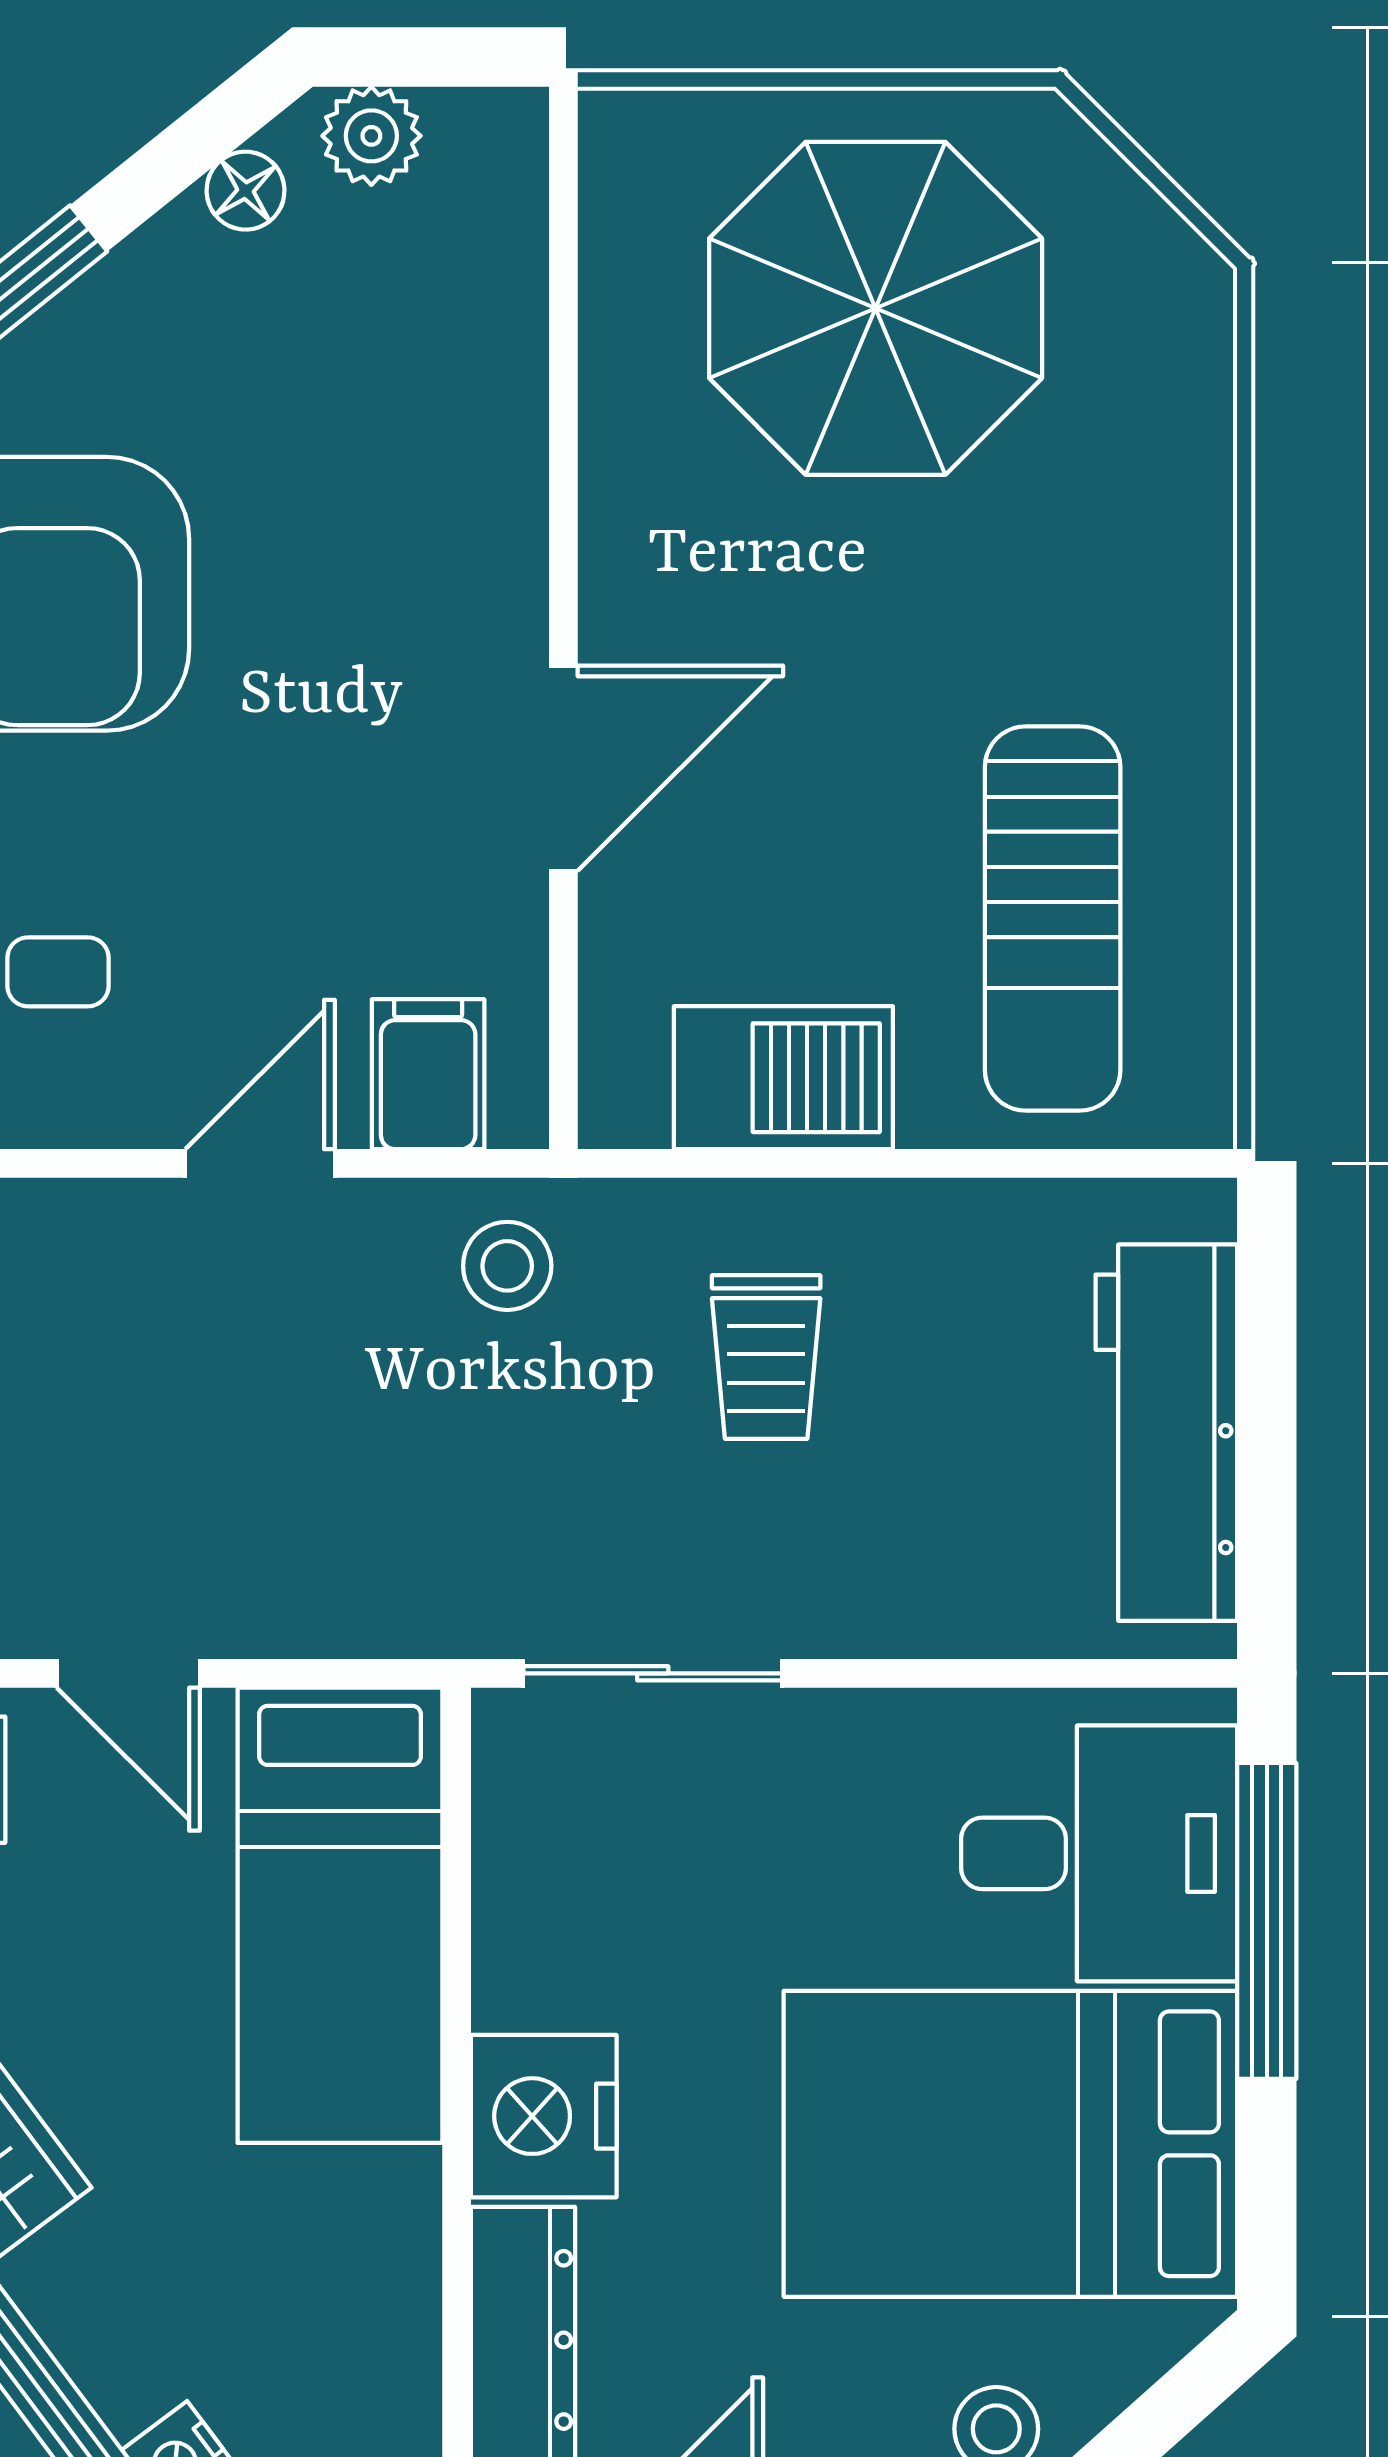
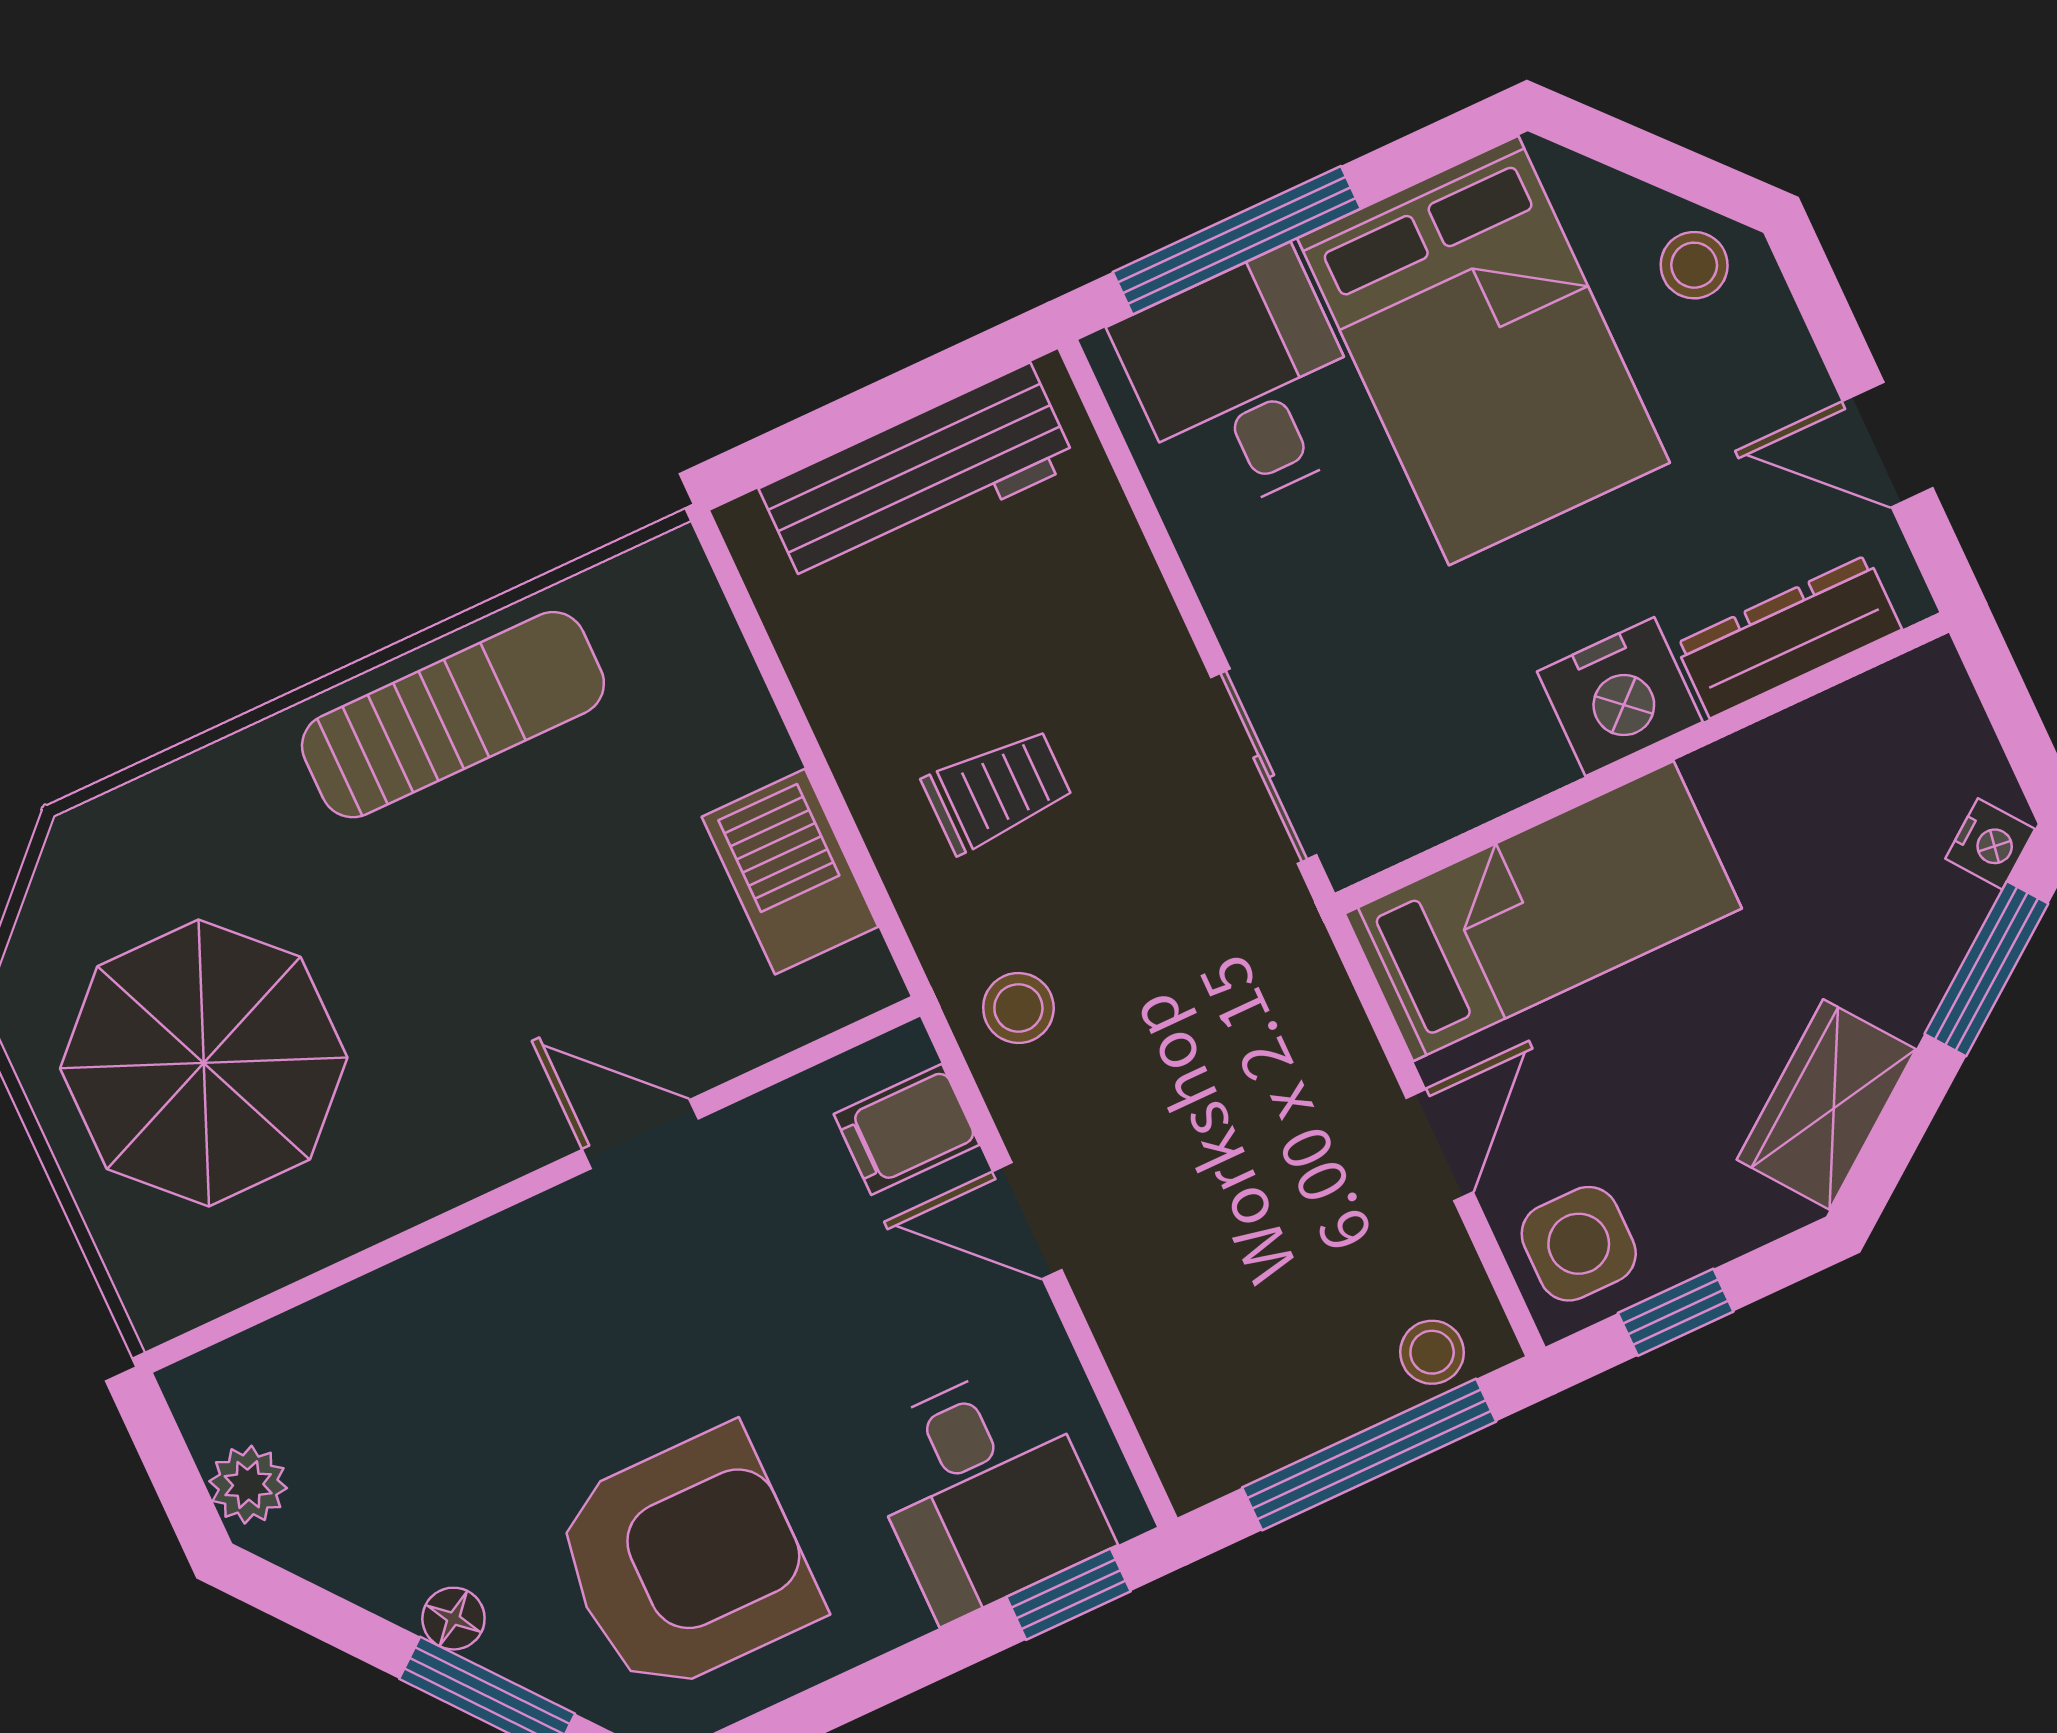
floor lamp: (245, 191) -> (453, 1619), moved
door: (563, 768) -> (640, 1134), width x0.73
sun lounger: (1053, 918) -> (453, 715), moved

